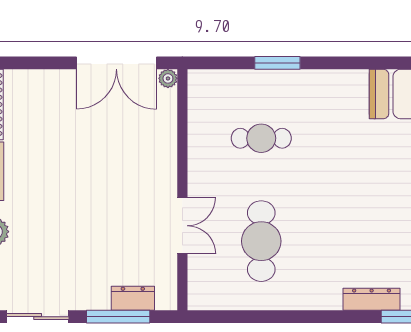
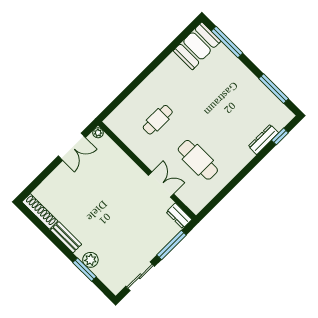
double door: (116, 63) -> (72, 147), width x0.73
window: (277, 63) -> (135, 84), removed
dresser: (133, 298) -> (179, 216), moved, turned -90

